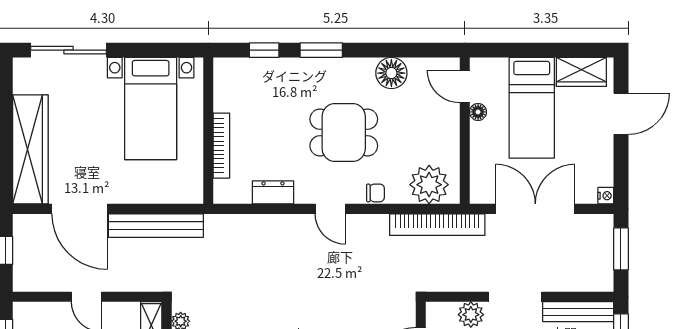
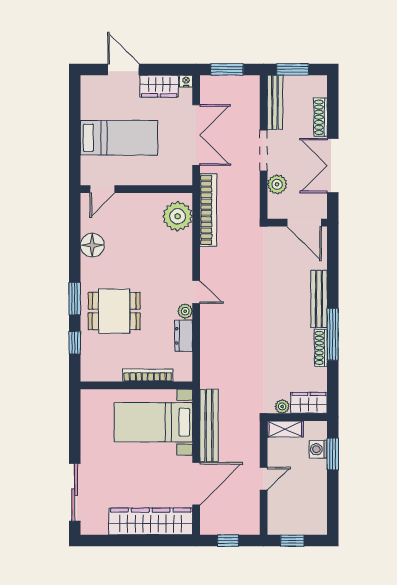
wardrobe: (581, 72) -> (159, 86), moved, turned 90
bed with nightstands: (151, 109) -> (153, 422), moved, turned 180
floor lamp: (478, 112) -> (122, 179), removed
dining table: (344, 133) -> (114, 311), moved, turned 90
chair: (375, 193) -> (184, 257), removed
plant: (305, 194) -> (185, 311), added
door: (330, 209) -> (196, 292), hinge flipped
double door: (535, 209) -> (196, 135), swing flipped

